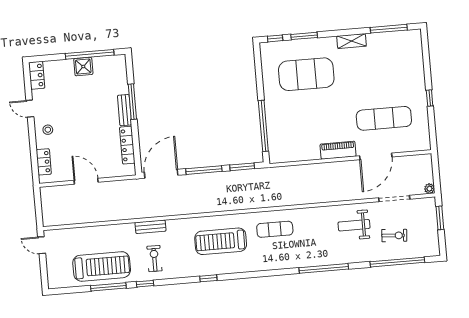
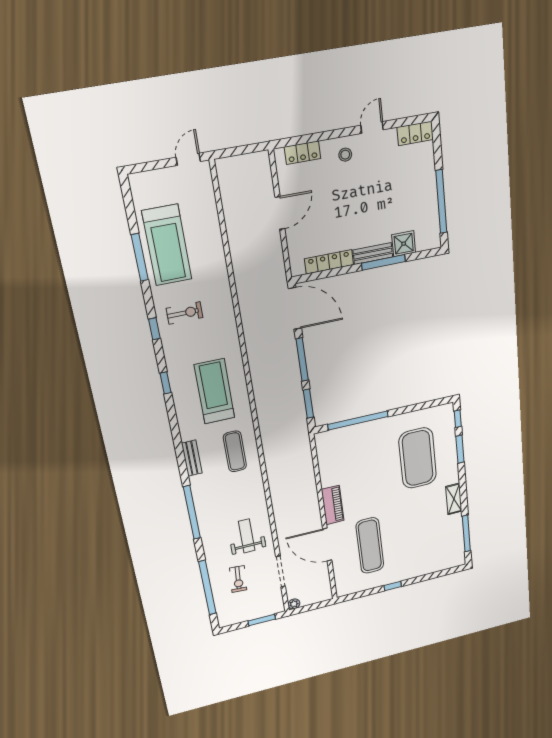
shower: (83, 66) -> (404, 244), moved
bench: (151, 227) -> (192, 458), moved
window: (145, 284) -> (154, 329), moved

